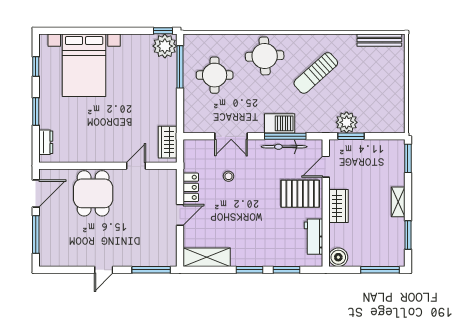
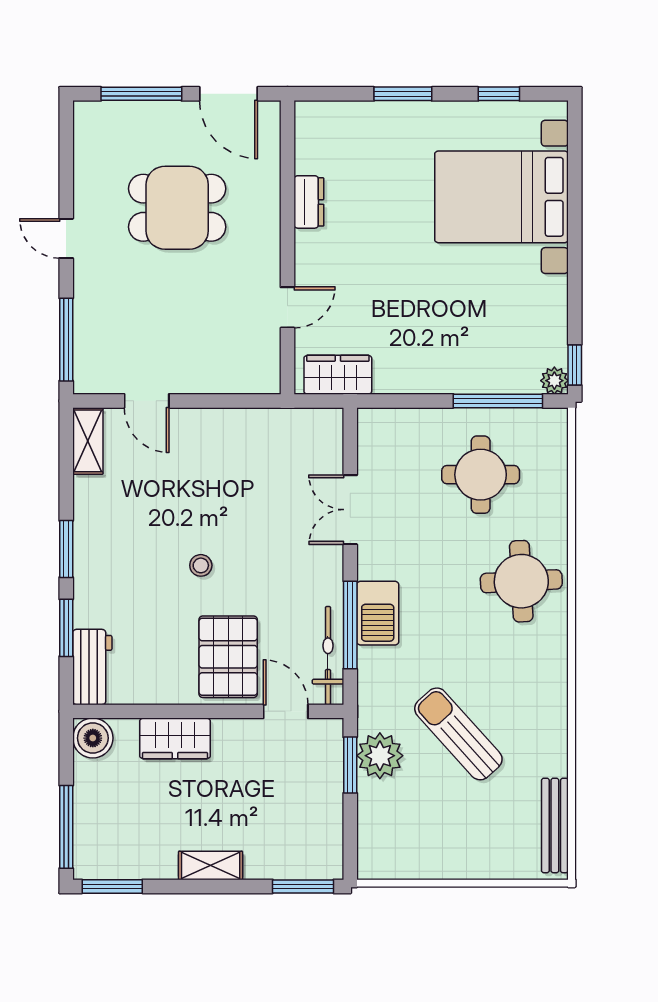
plant: (165, 46) -> (554, 381), width x0.53, depth x0.53
sun lounger: (316, 73) -> (458, 734), moved
dresser: (46, 142) -> (309, 202), moved, turned -90
bicycle: (284, 147) -> (328, 656), moved
door: (136, 166) -> (287, 307), hinge flipped
stool: (228, 176) -> (201, 565), moved
locker: (191, 187) -> (242, 424), removed
dining table: (93, 193) -> (177, 208), moved
wardrobe: (338, 206) -> (175, 738), moved
door: (180, 215) -> (147, 401), moved
window: (408, 235) -> (112, 886), moved
workbench: (314, 237) -> (92, 667), moved, turned 90
shelving: (207, 257) -> (88, 441), width x0.67, depth x0.75

